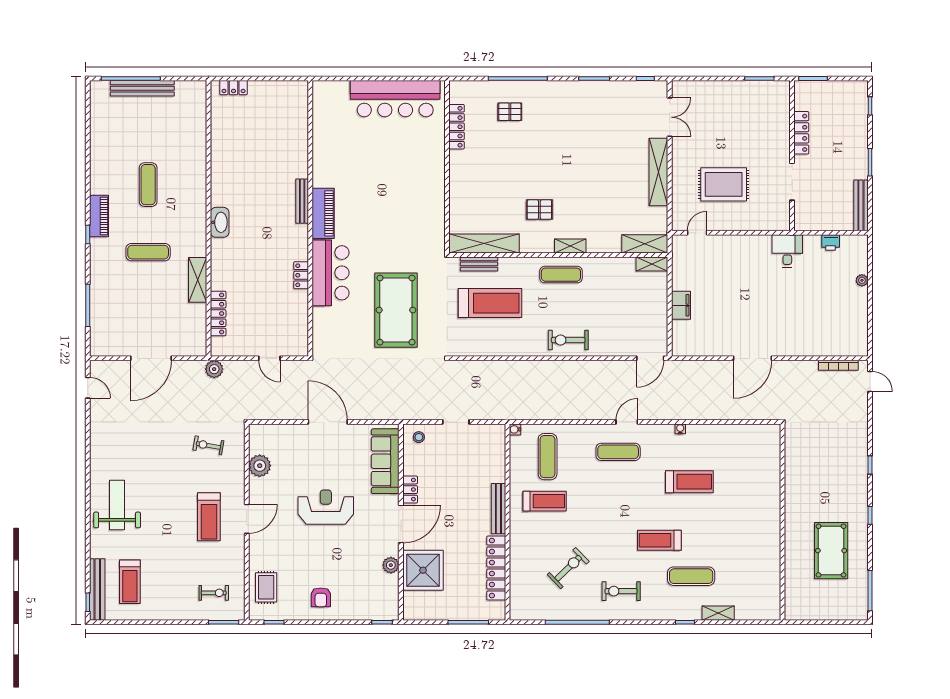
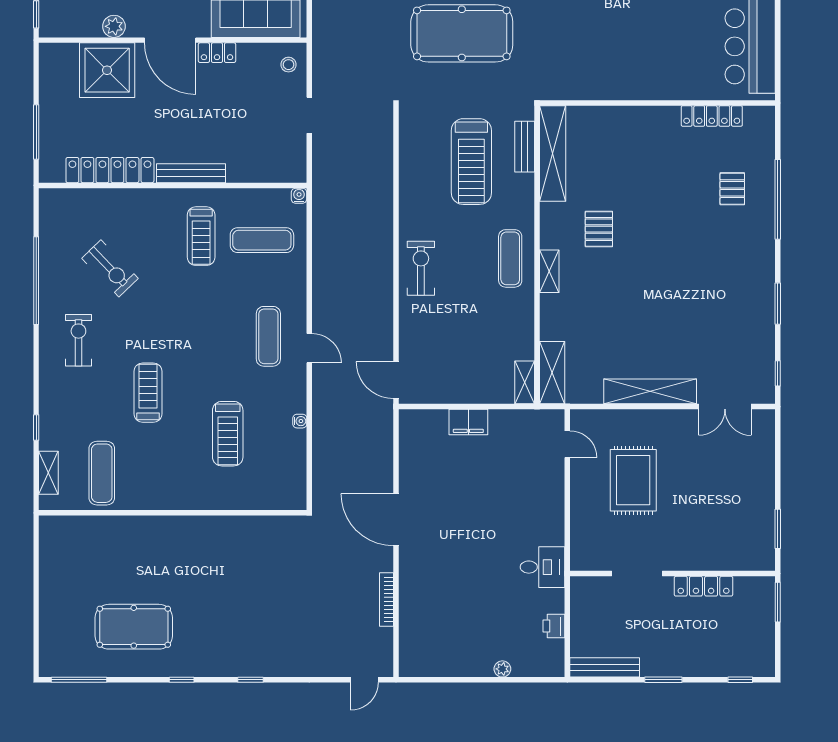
bookcase: (838, 365) -> (387, 599), moved
wall: (782, 522) -> (173, 513), moved
exercise mat: (691, 576) -> (102, 473), moved

